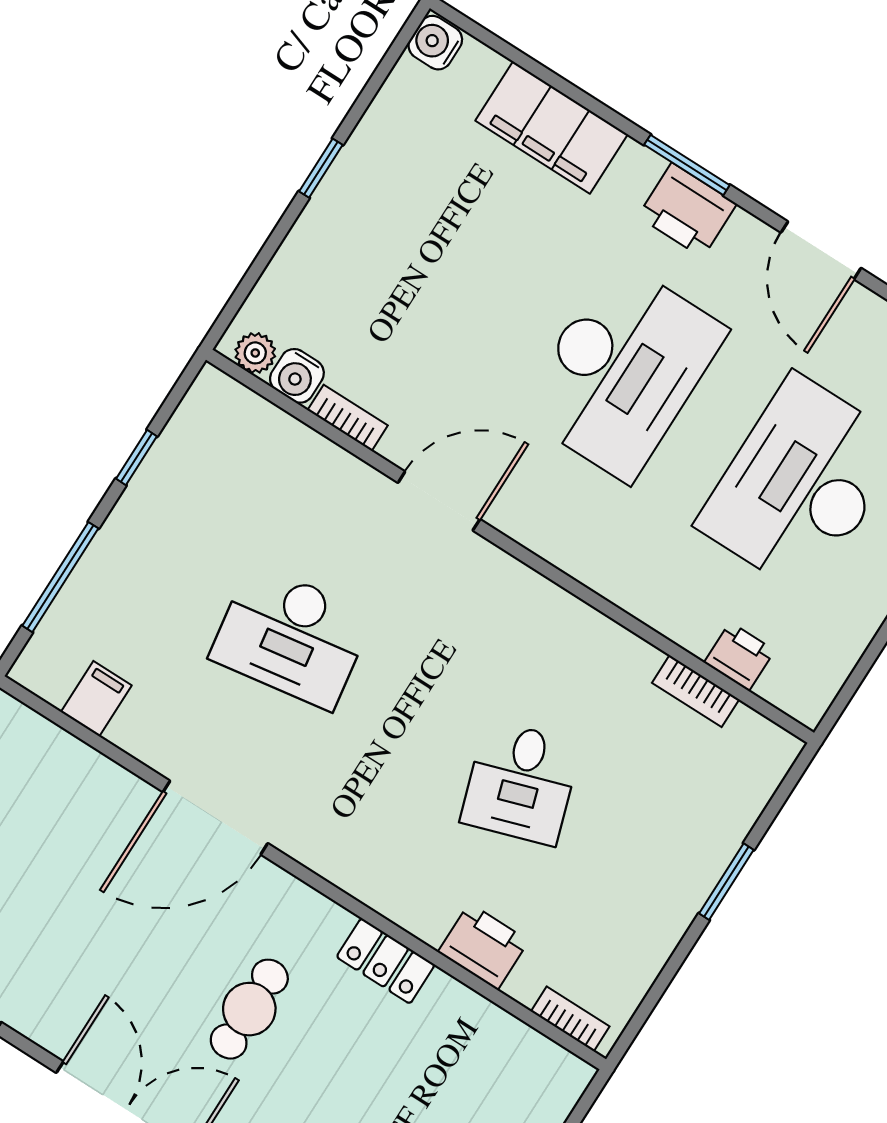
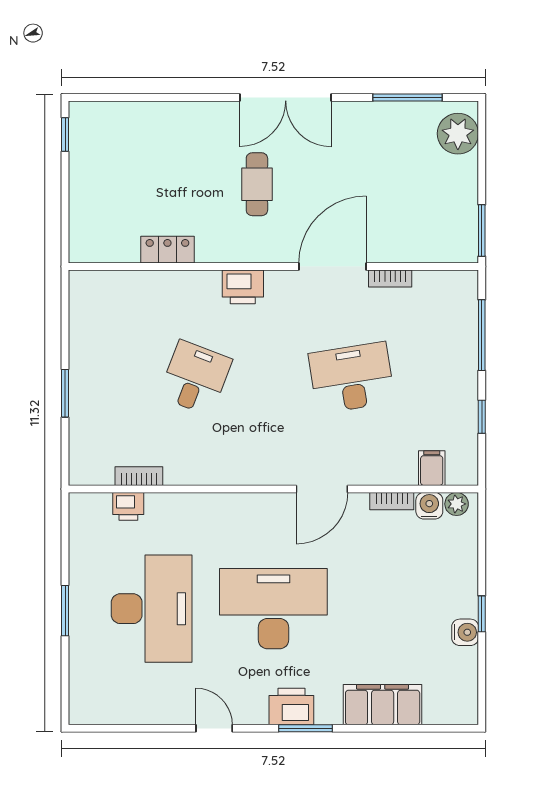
water cooler: (435, 43) -> (465, 632), moved
door: (821, 250) -> (214, 728), width x0.73
desk: (622, 371) -> (273, 609), turned 90
filing cabinet: (96, 699) -> (432, 468), moved, turned 180
desk: (521, 783) -> (195, 378), turned 39
printer: (483, 946) -> (243, 287), moved
locker: (386, 961) -> (167, 250), moved
bookcase: (570, 1019) -> (390, 278), moved

